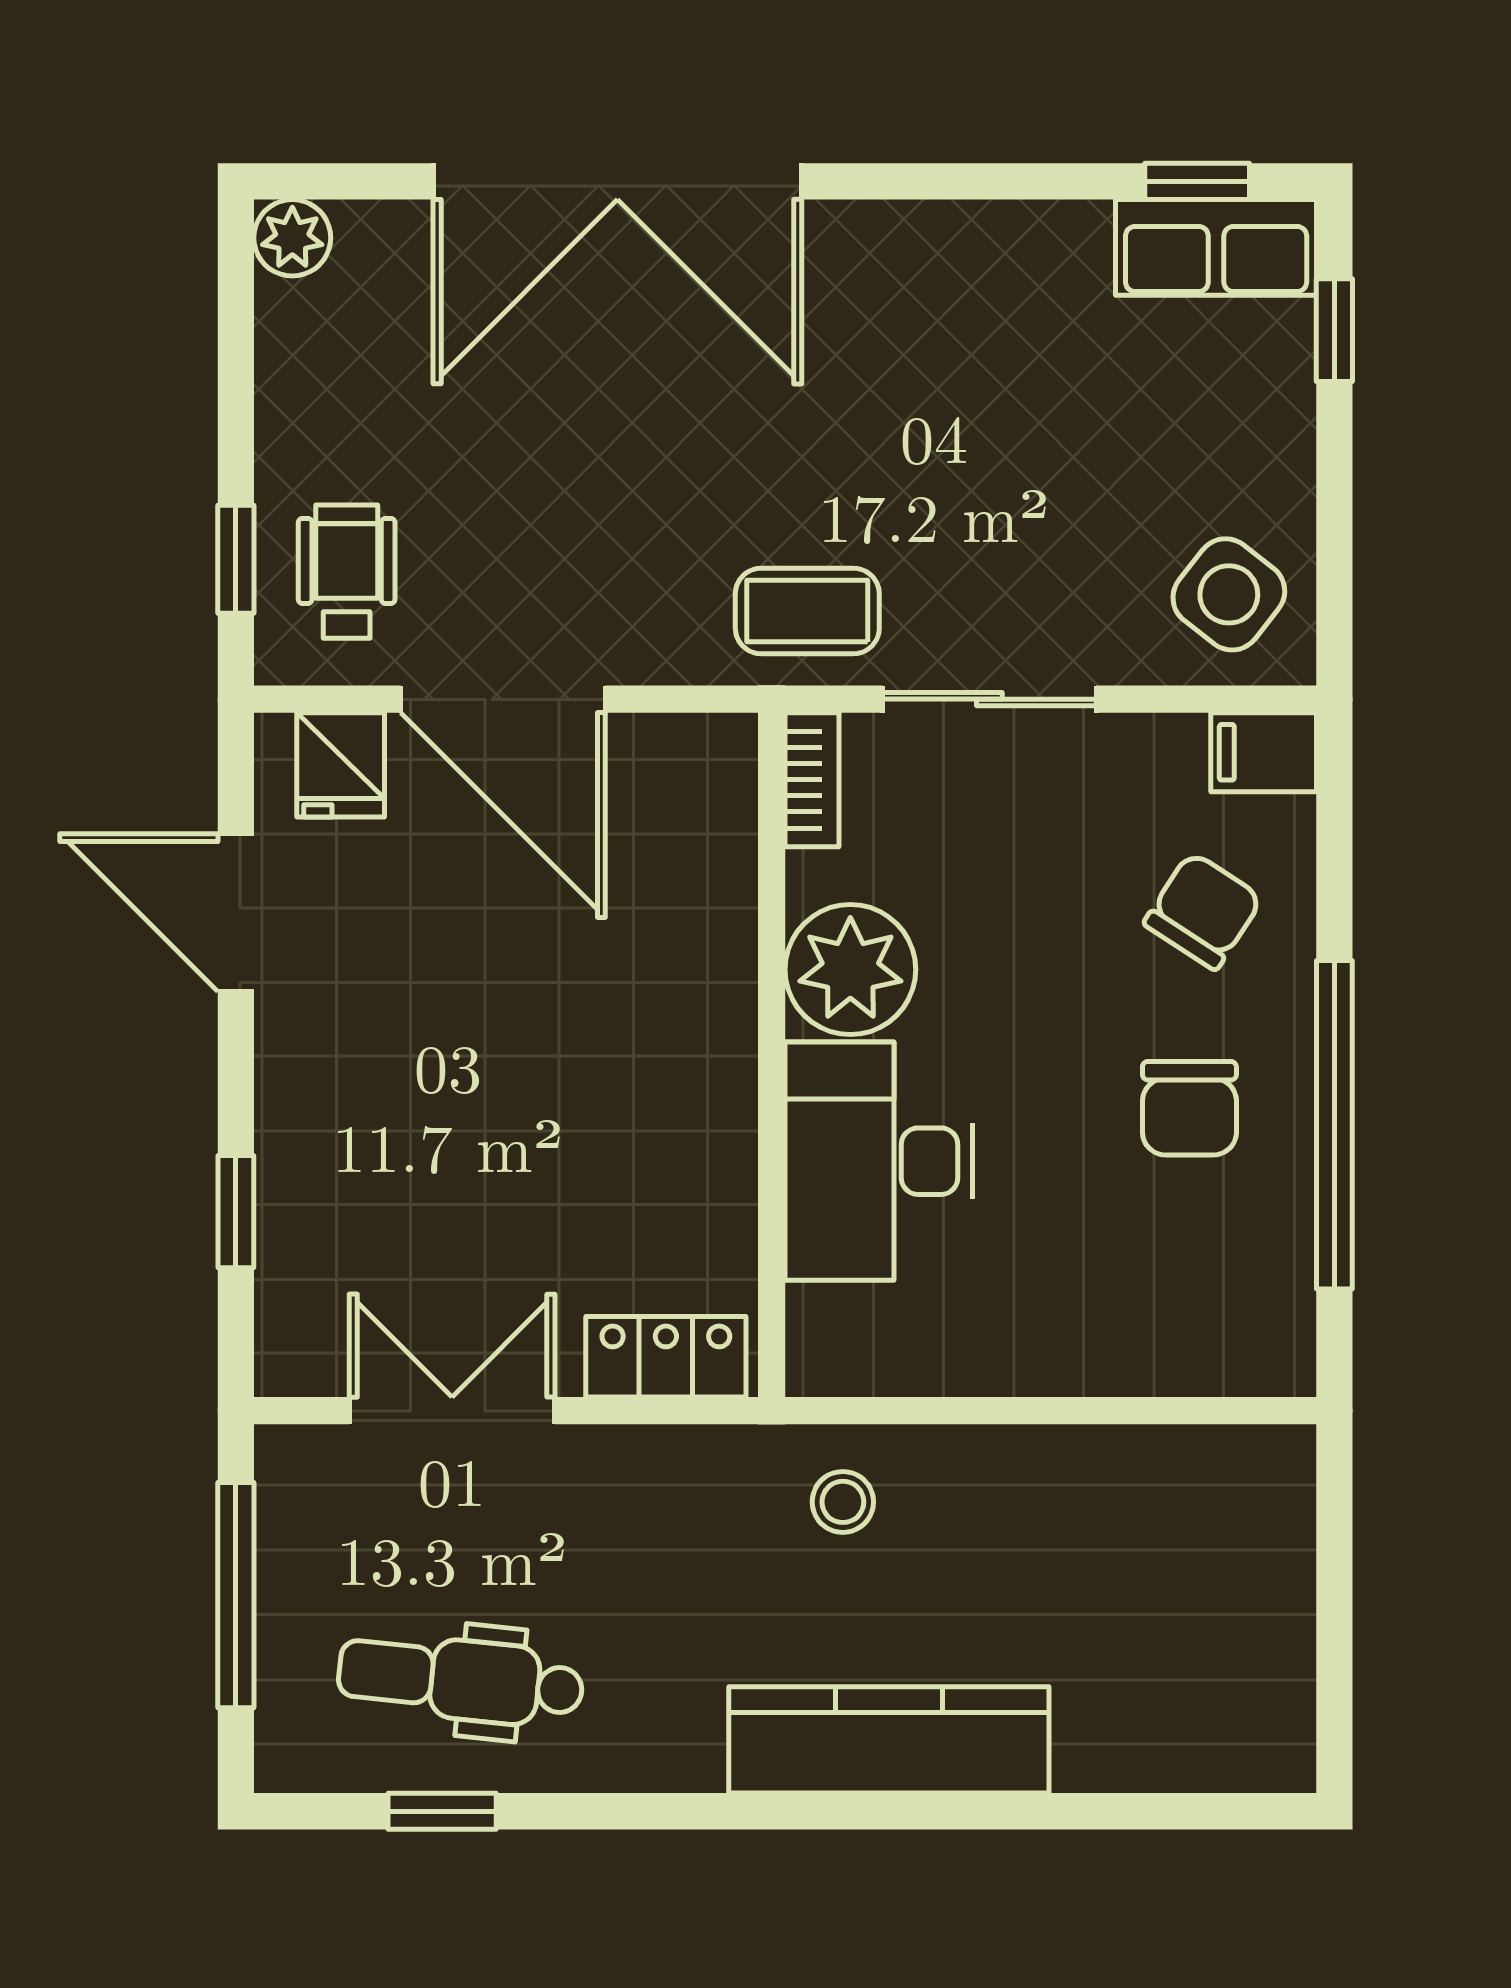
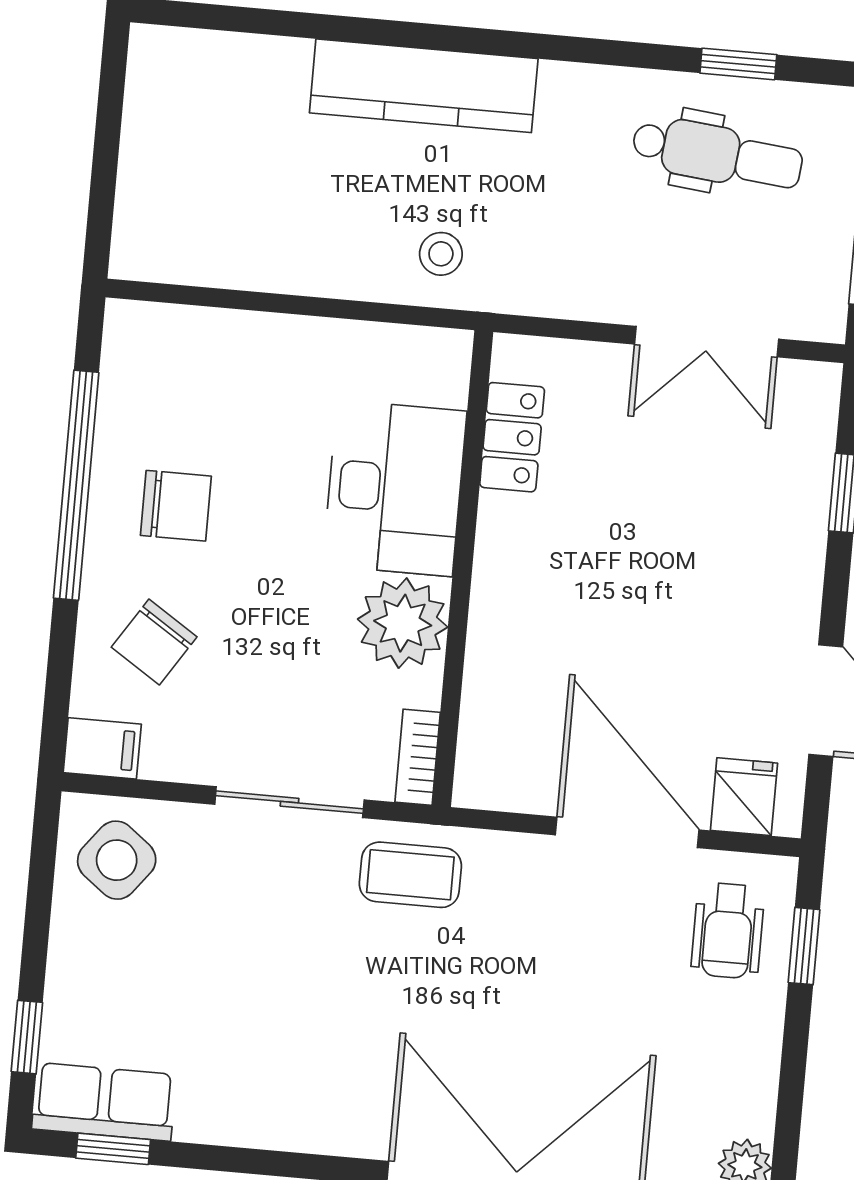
chair: (1189, 1108) -> (176, 506), turned 90
locker: (666, 1357) -> (512, 437), moved, turned -90

